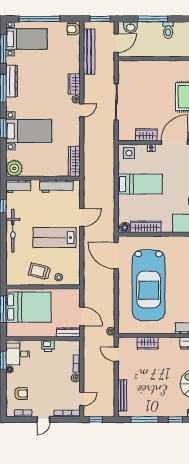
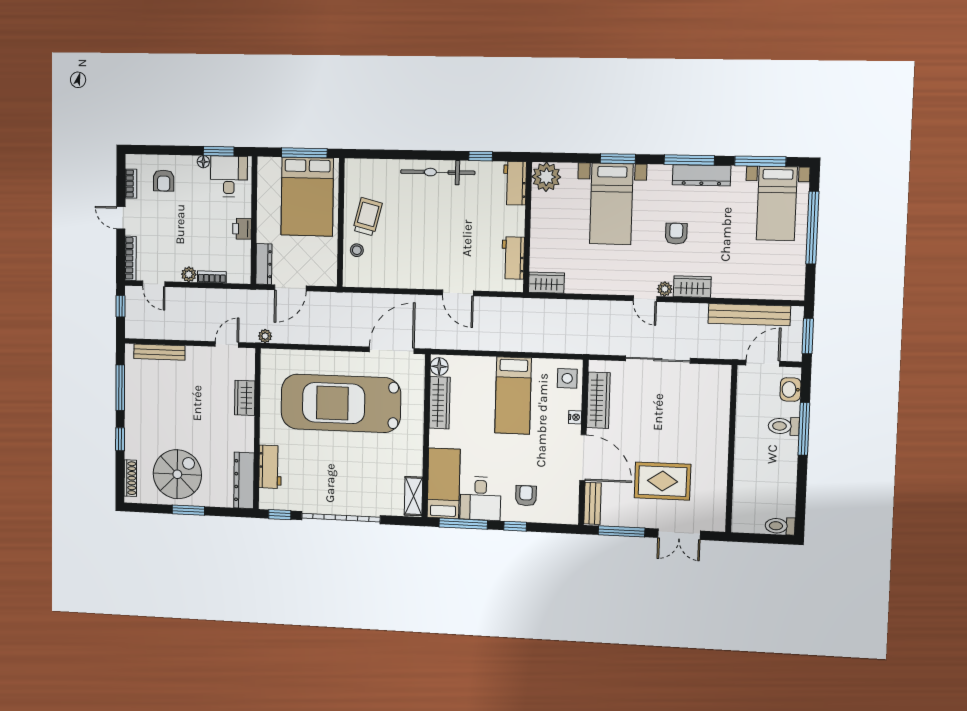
armchair: (73, 29) -> (676, 234), moved
toilet: (168, 30) -> (784, 426), moved
door: (116, 43) -> (763, 363), swing flipped
wardrobe: (146, 135) -> (598, 400), width x1.50
wardrobe: (74, 162) -> (546, 283), width x0.67
workbench: (56, 186) -> (513, 258), width x0.73
lab bench: (55, 238) -> (425, 245), removed

